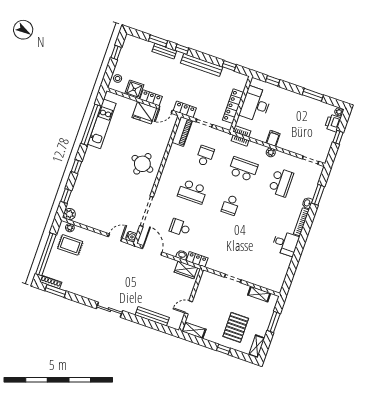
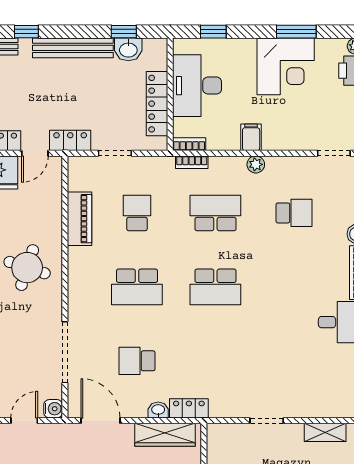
washbasin: (228, 75) -> (128, 49), added
corner desk: (302, 110) -> (286, 66), added
piano: (182, 131) -> (80, 219), moved
school desk: (281, 182) -> (294, 213), width x0.54
school desk: (230, 205) -> (215, 287), width x1.85
wardrobe: (186, 270) -> (165, 435), width x1.50

